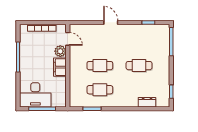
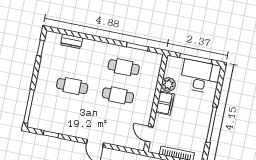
plant: (60, 51) -> (168, 84), moved

